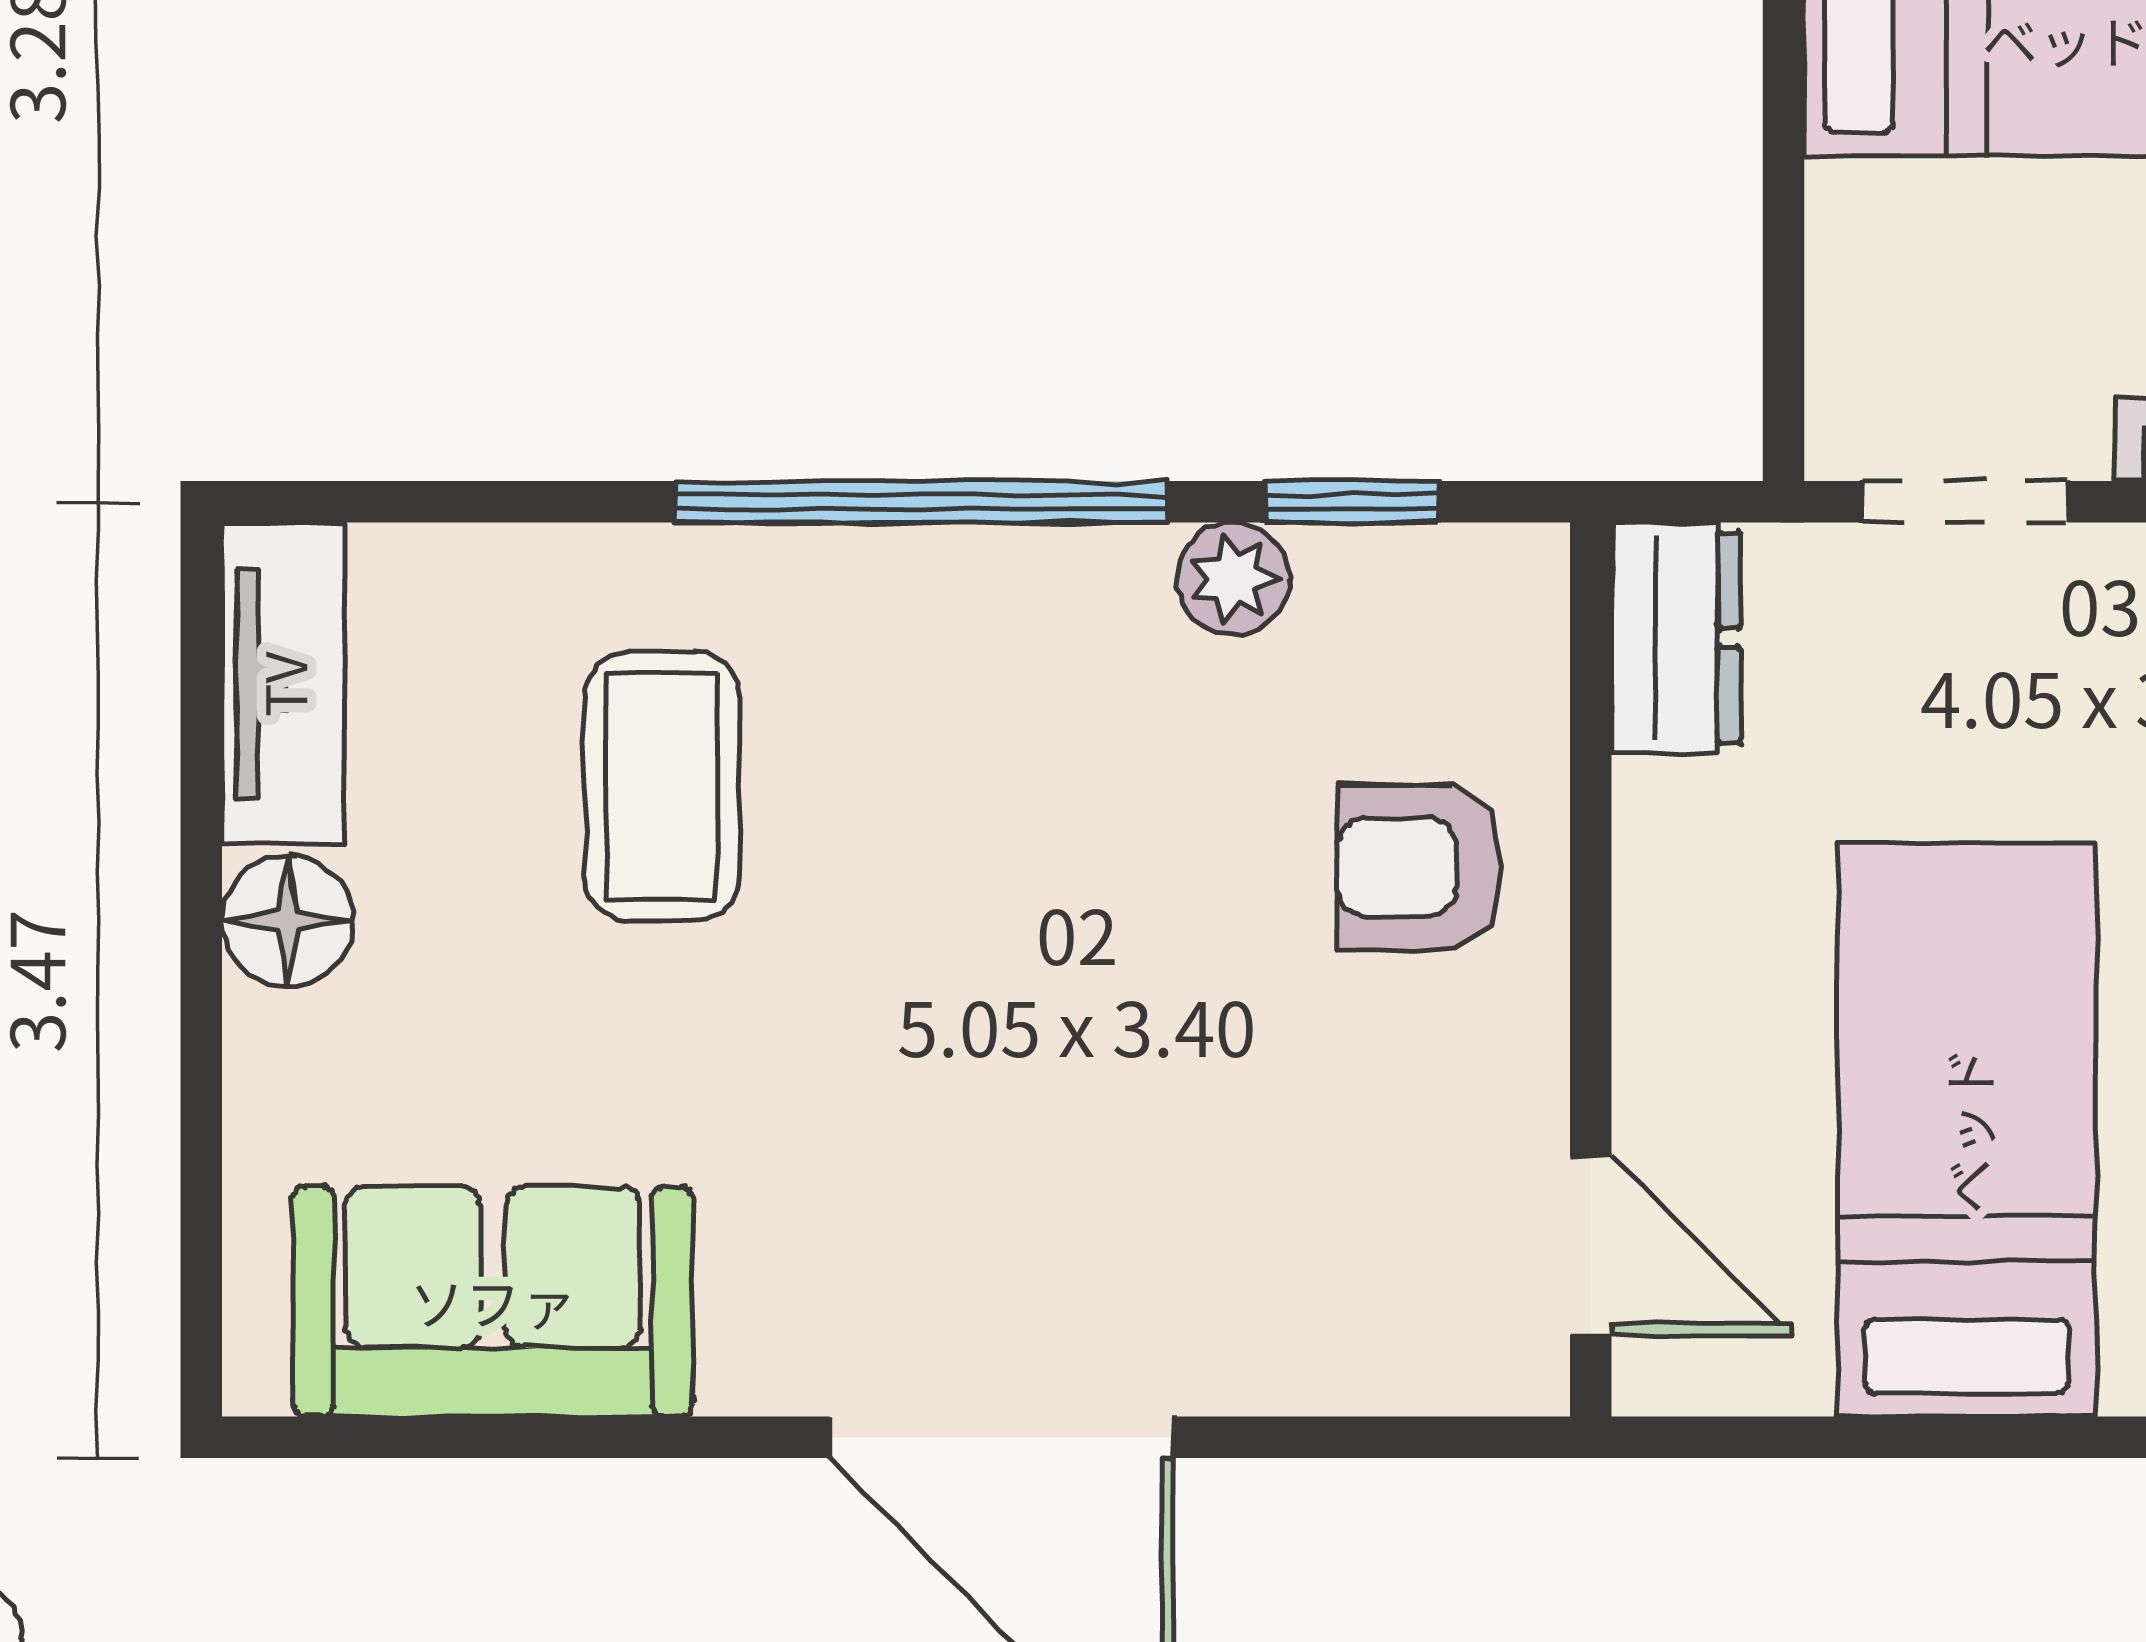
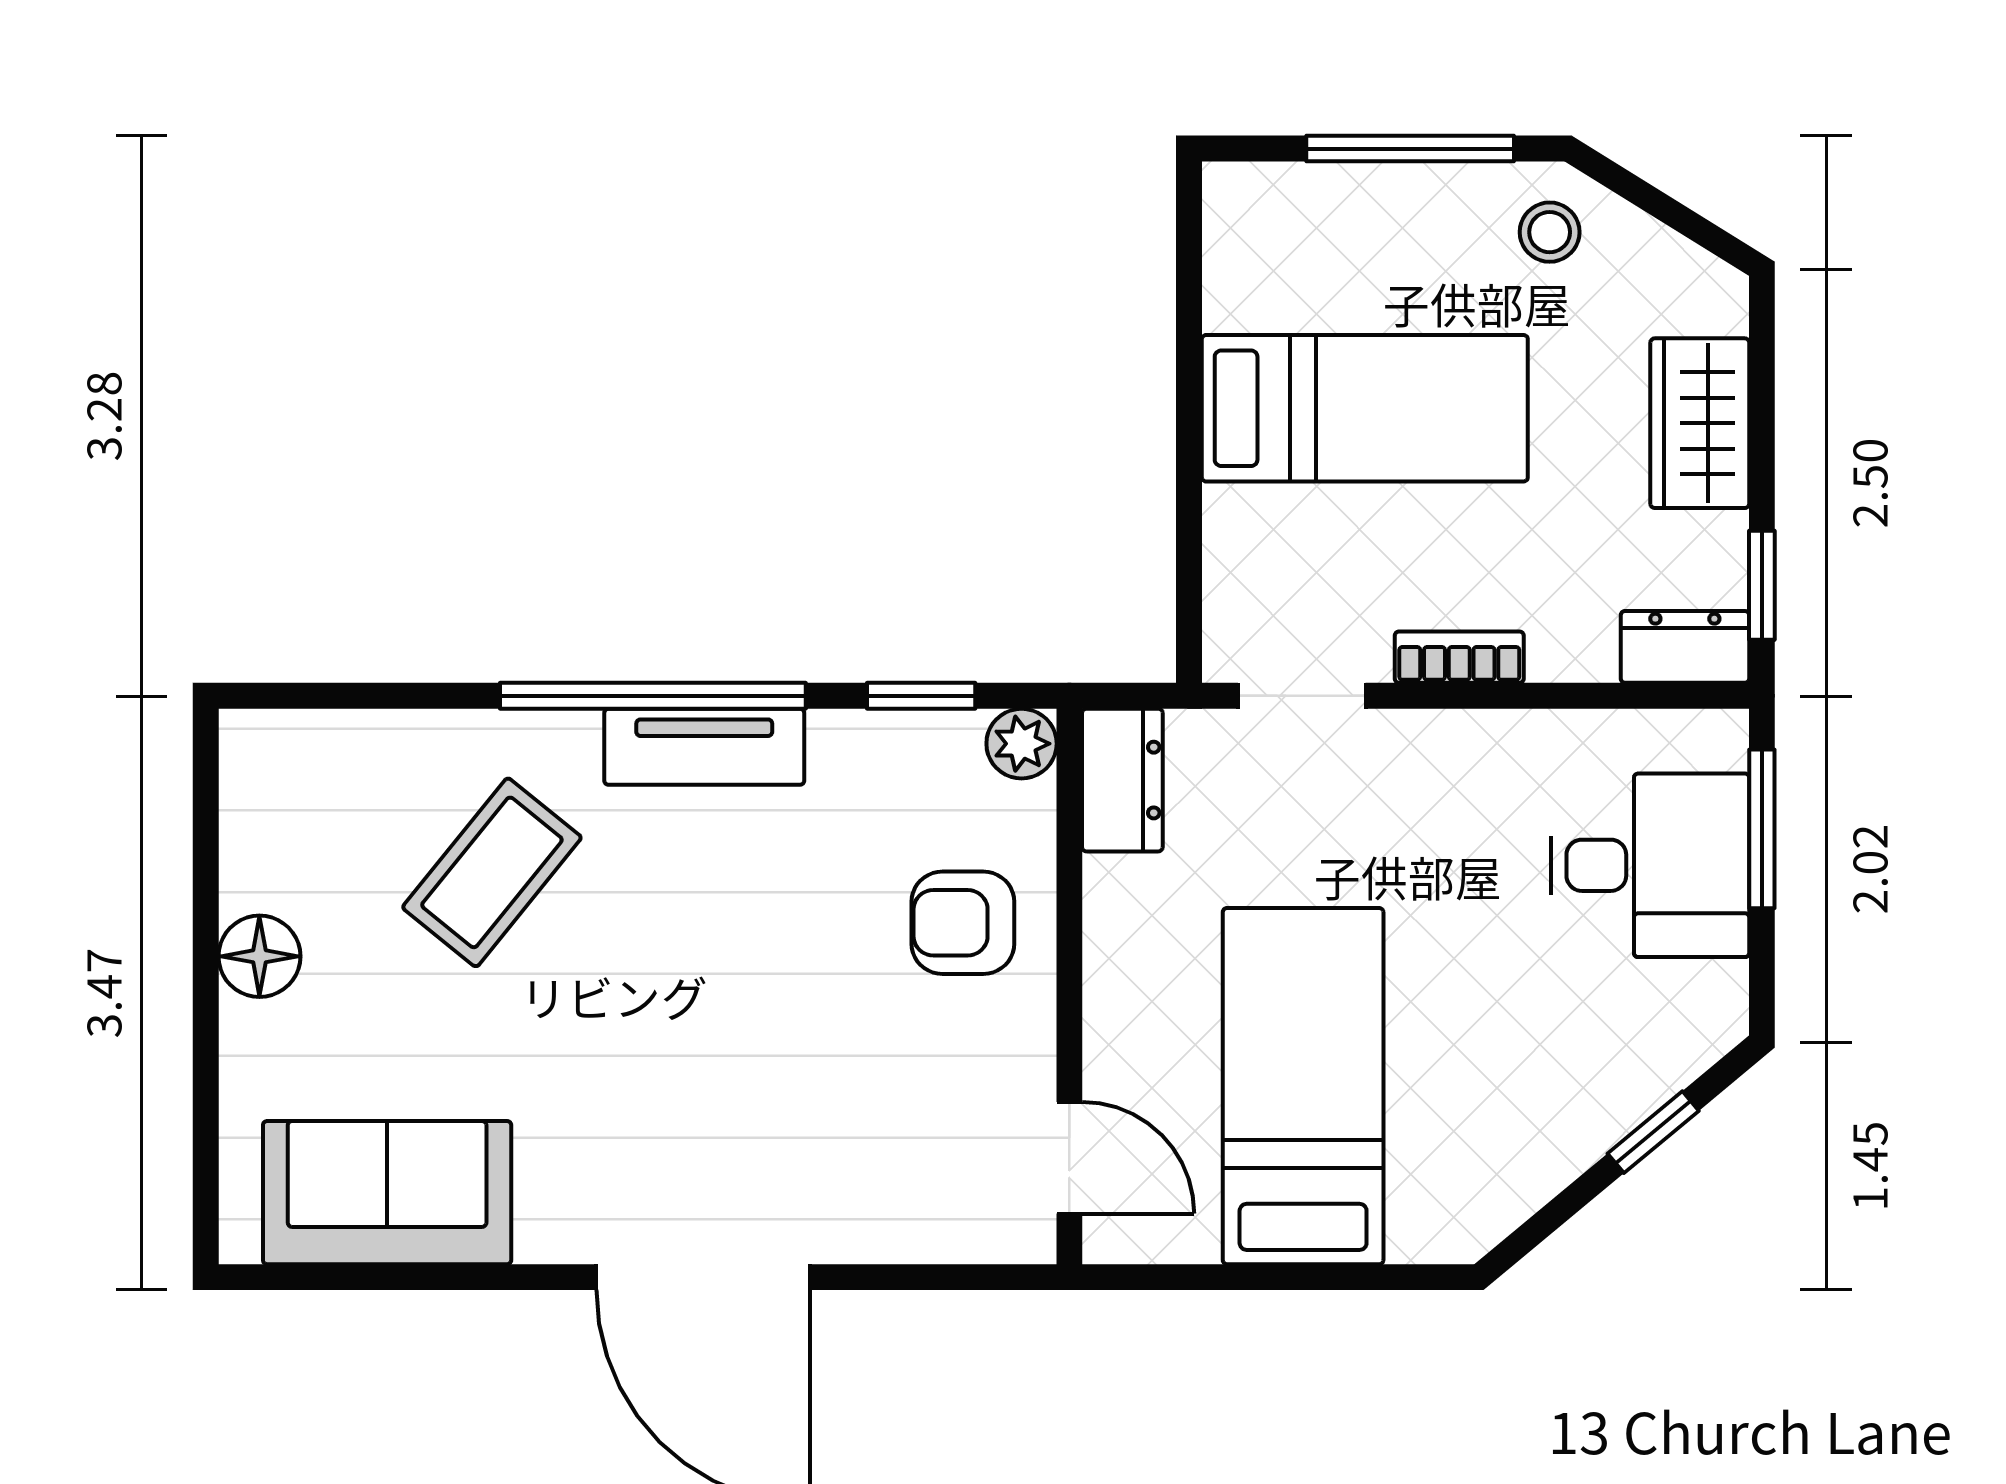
plant: (1233, 579) -> (1022, 744), moved
tv unit: (283, 684) -> (704, 747), moved, turned 90
coffee table: (662, 786) -> (492, 872), turned 39

